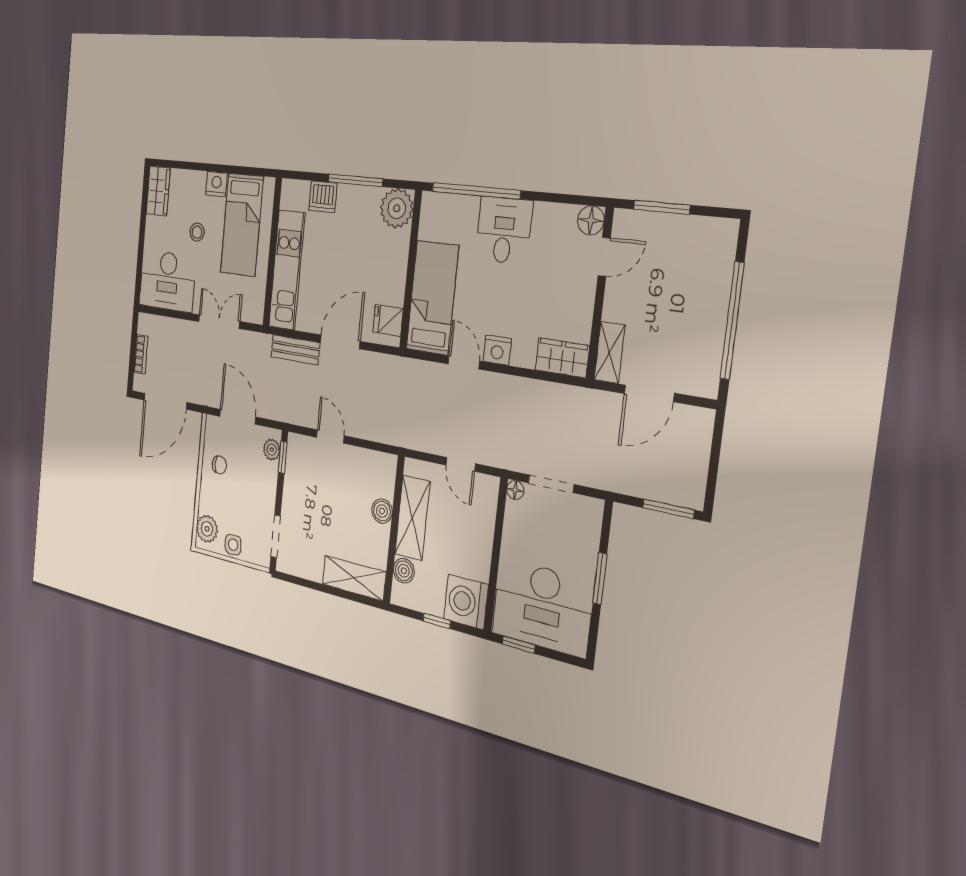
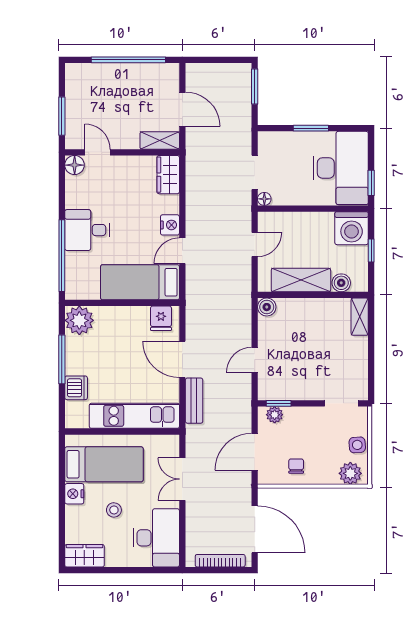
bookcase: (141, 354) -> (220, 561), width x1.56
boiler: (382, 511) -> (267, 307), moved
shelving: (354, 578) -> (360, 317), width x0.67, depth x0.75

